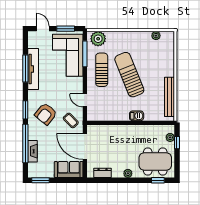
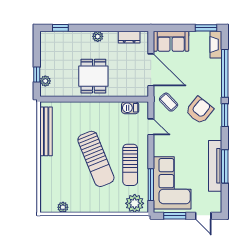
barbecue: (137, 116) -> (130, 108), moved
fireplace: (33, 151) -> (216, 45), moved
dining table: (155, 161) -> (93, 76), moved, width x0.73

